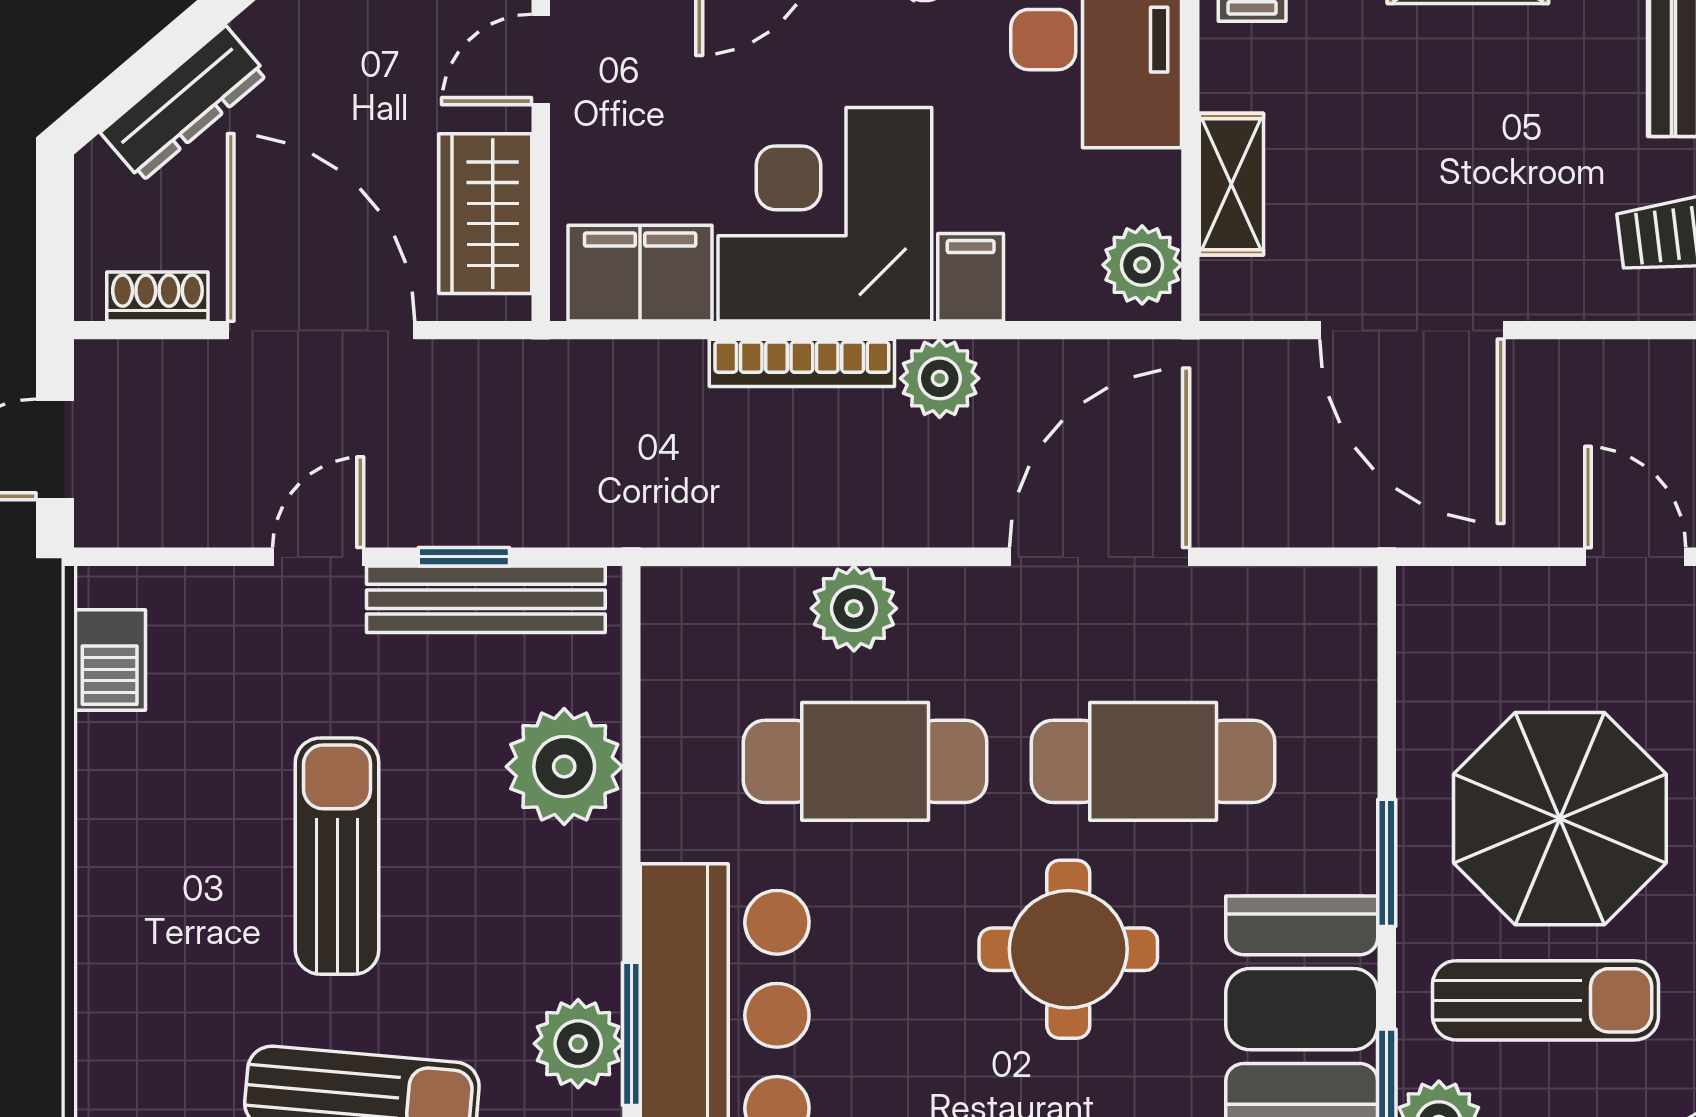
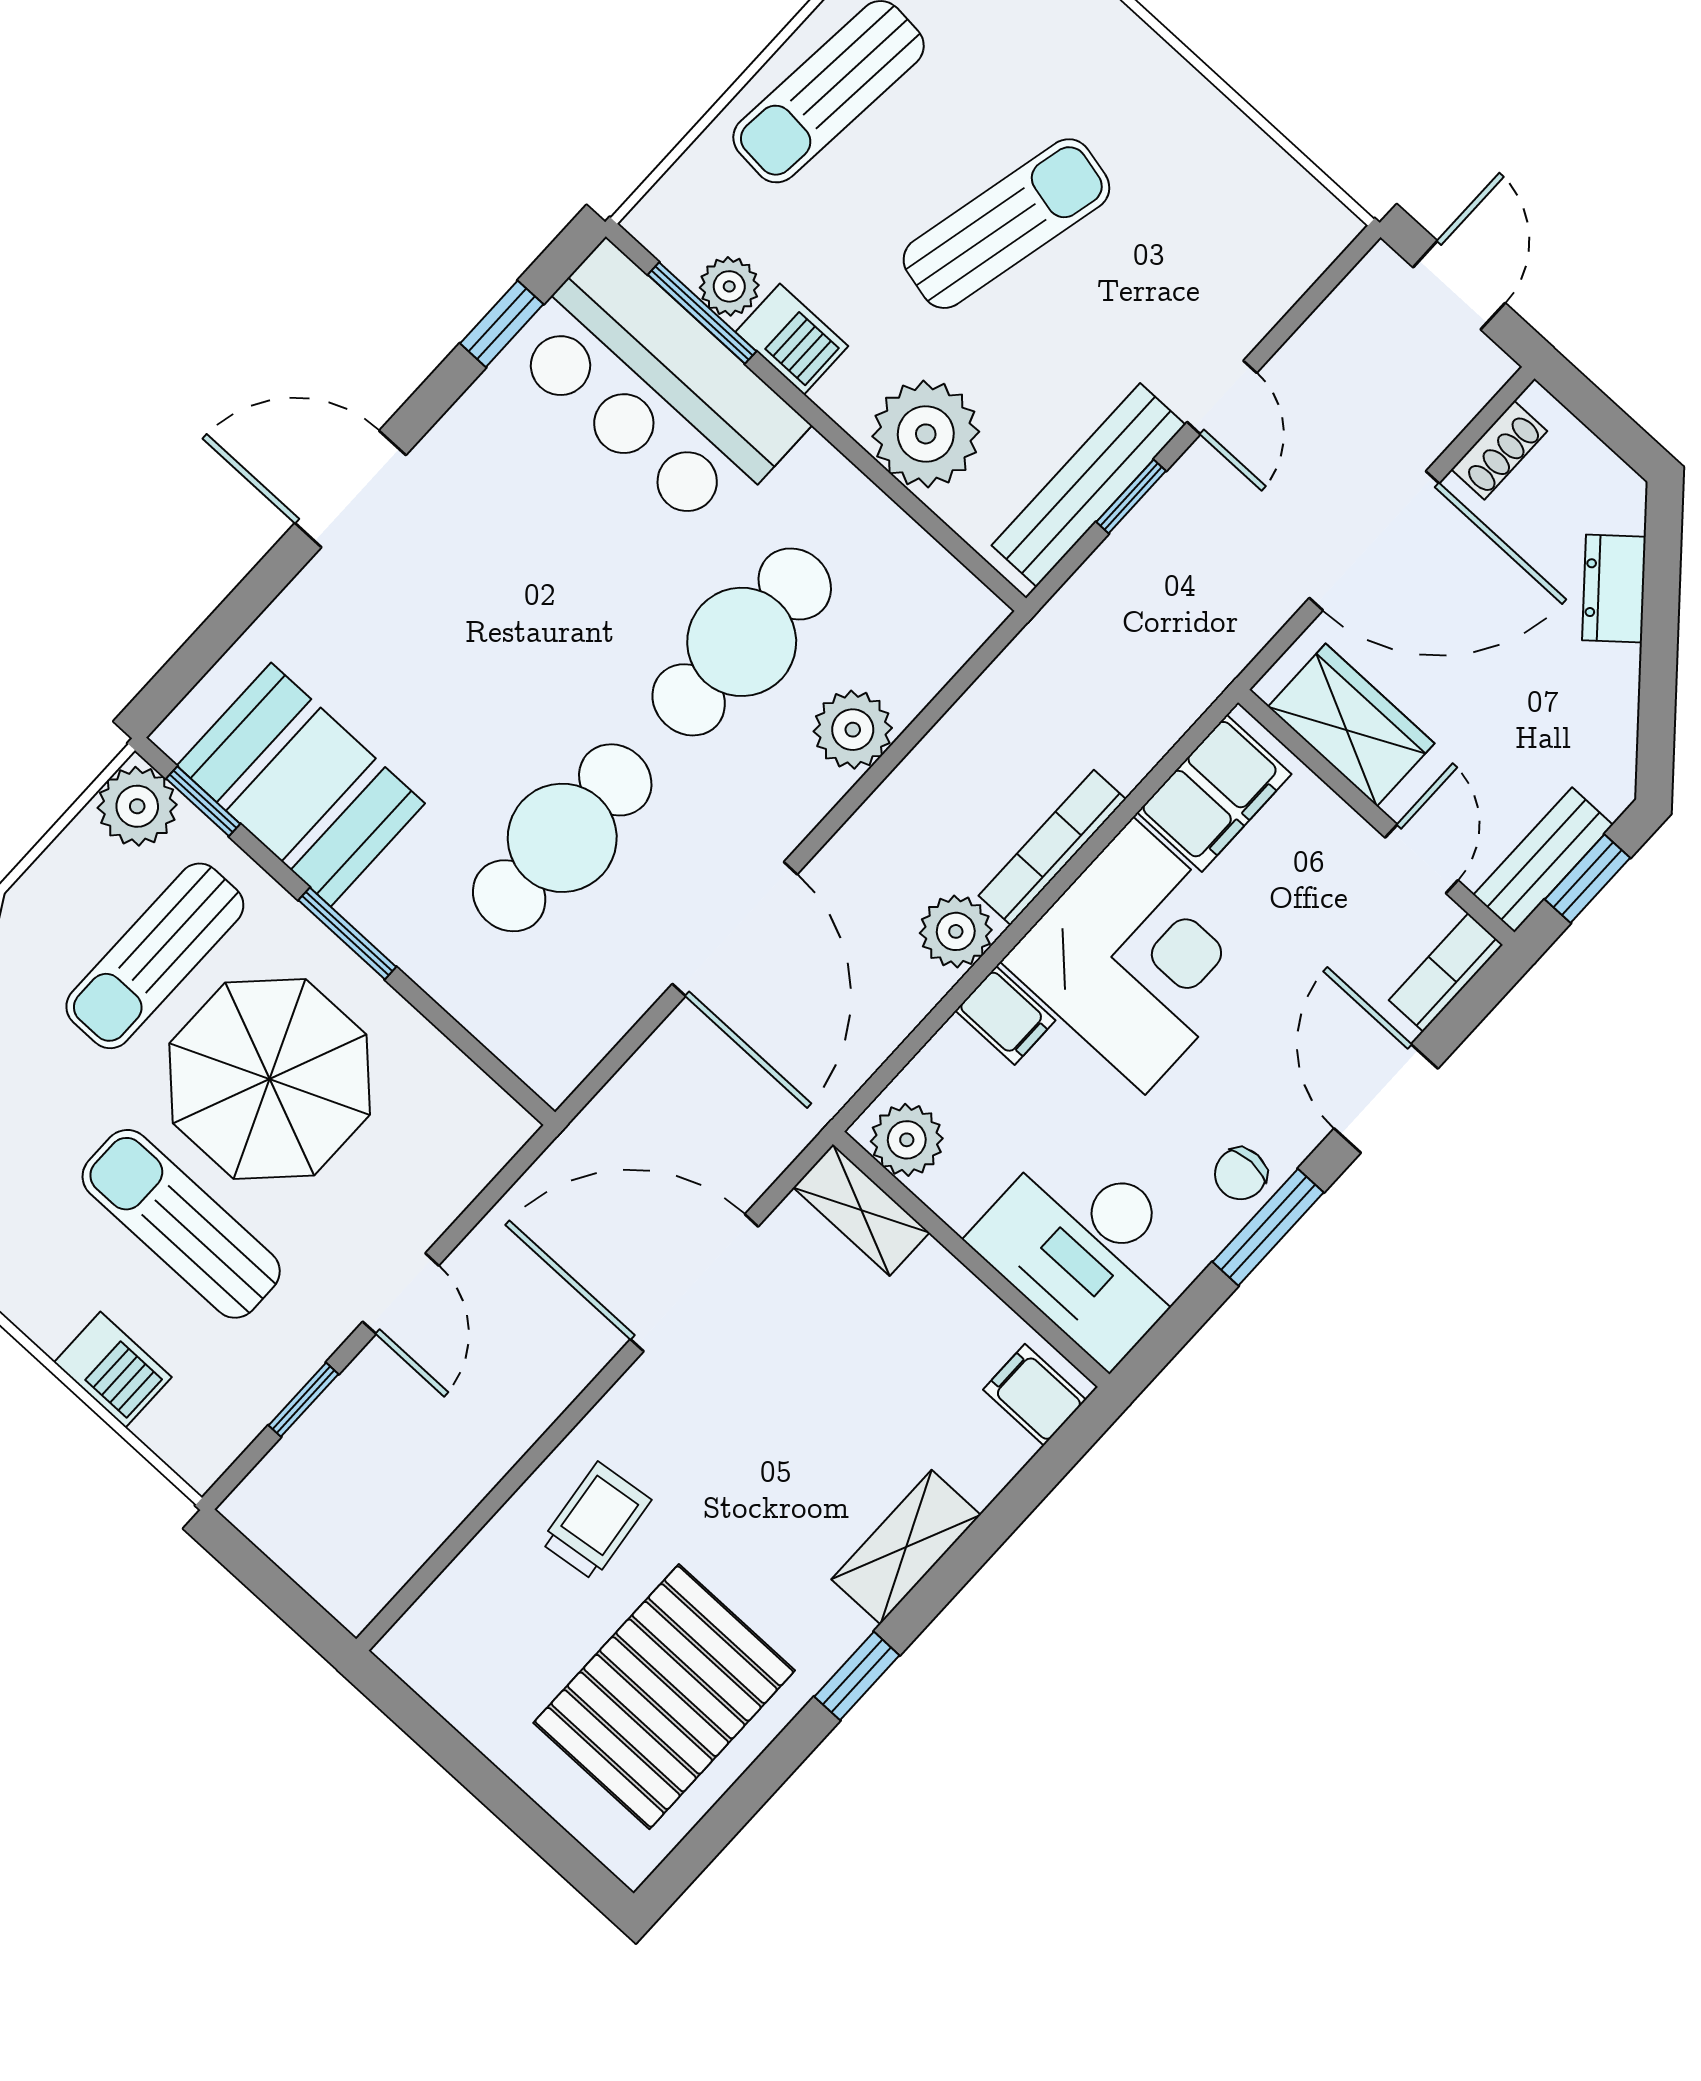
dresser: (184, 104) -> (1614, 589), width x0.70
shelving: (1231, 184) -> (861, 1210), moved
door: (1635, 557) -> (401, 1294), hinge flipped
barbecue: (110, 660) -> (792, 339), moved, turned 180
sun lounger: (337, 856) -> (1006, 224), turned -77
round table: (1068, 949) -> (487, 663), removed
plant: (578, 1044) -> (729, 286), width x0.73, depth x0.73

